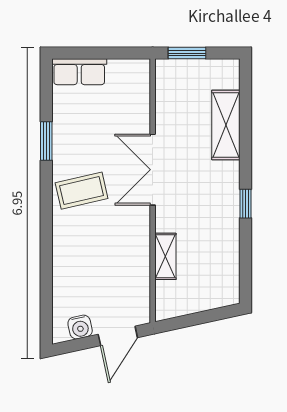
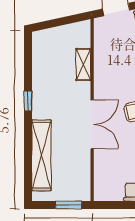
shelving: (226, 125) -> (41, 155), width x1.47

